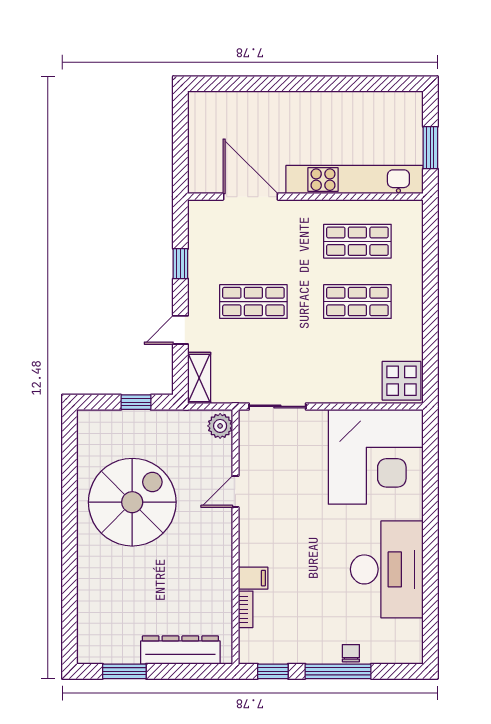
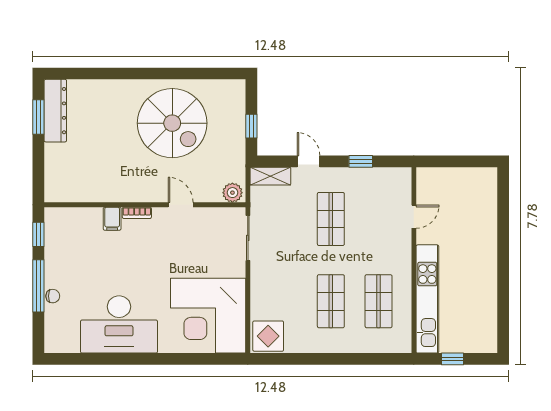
window: (430, 148) -> (453, 359), width x0.67
door: (250, 197) -> (414, 217), width x0.53
bookcase: (246, 609) -> (137, 213), moved
dresser: (180, 650) -> (55, 111), moved

